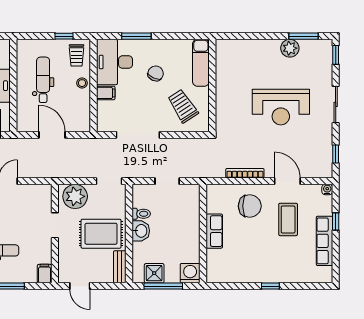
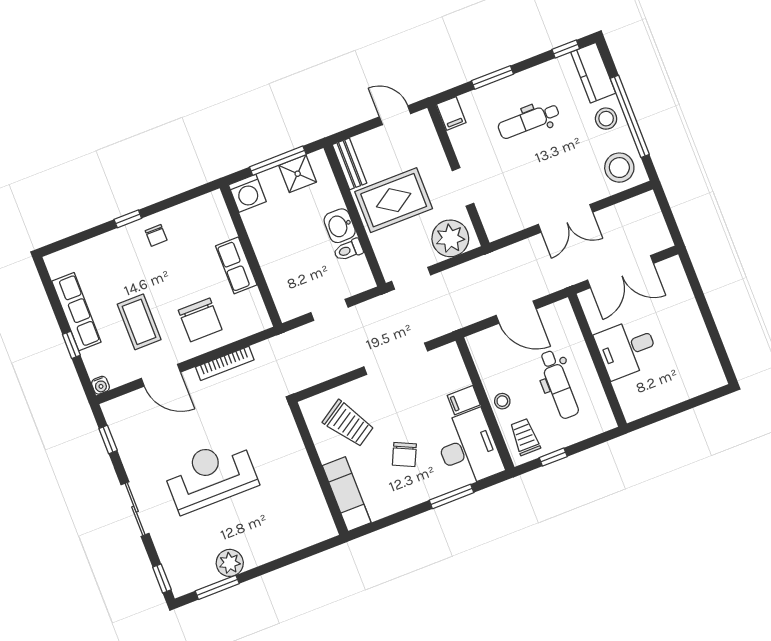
chair: (250, 206) -> (200, 320), turned -90
chair: (257, 269) -> (156, 235), added

